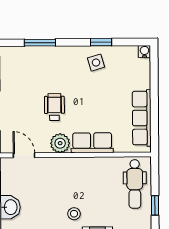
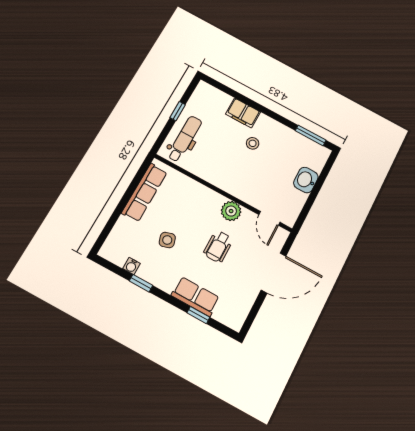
window: (40, 43) -> (198, 315), width x0.67
water cooler: (144, 51) -> (132, 266), moved
side table: (96, 63) -> (167, 240), moved
row of seats: (92, 143) -> (195, 296), moved, turned 180

